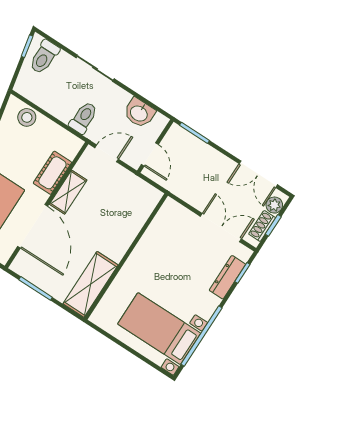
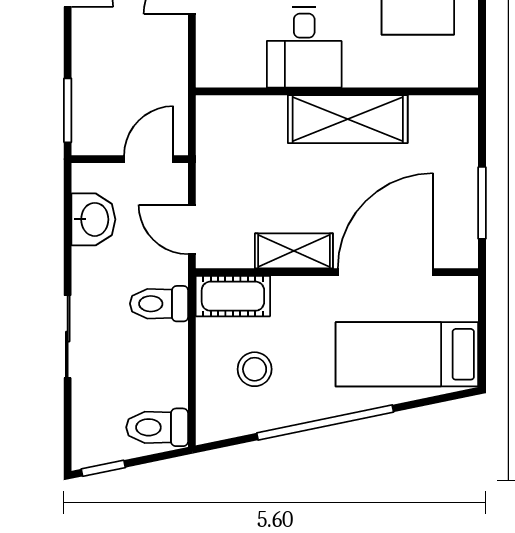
toilet: (44, 57) -> (157, 427), moved, turned 180
stool: (27, 117) -> (255, 369), moved
cot: (52, 173) -> (233, 296), moved
desk: (155, 255) -> (304, 47), added
shelving: (91, 284) -> (348, 119), moved

